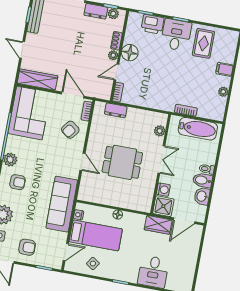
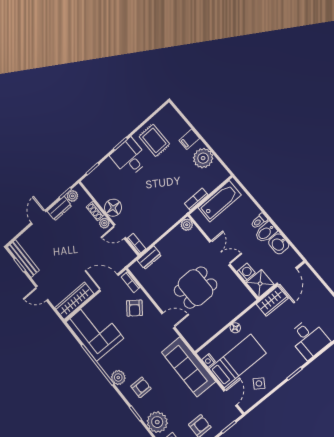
printer: (153, 24) -> (106, 170), removed
door: (116, 72) -> (120, 232), hinge flipped
plant: (223, 92) -> (203, 158), width x1.88, depth x1.88
plant: (160, 131) -> (187, 225), moved

